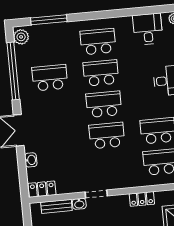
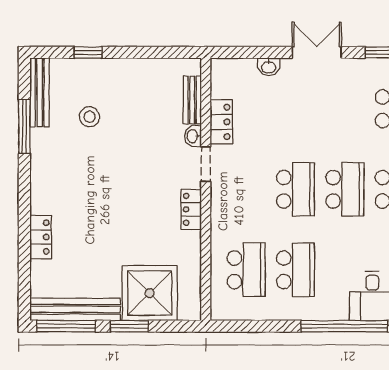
locker: (42, 189) -> (221, 122), moved
locker: (142, 199) -> (191, 209), moved

